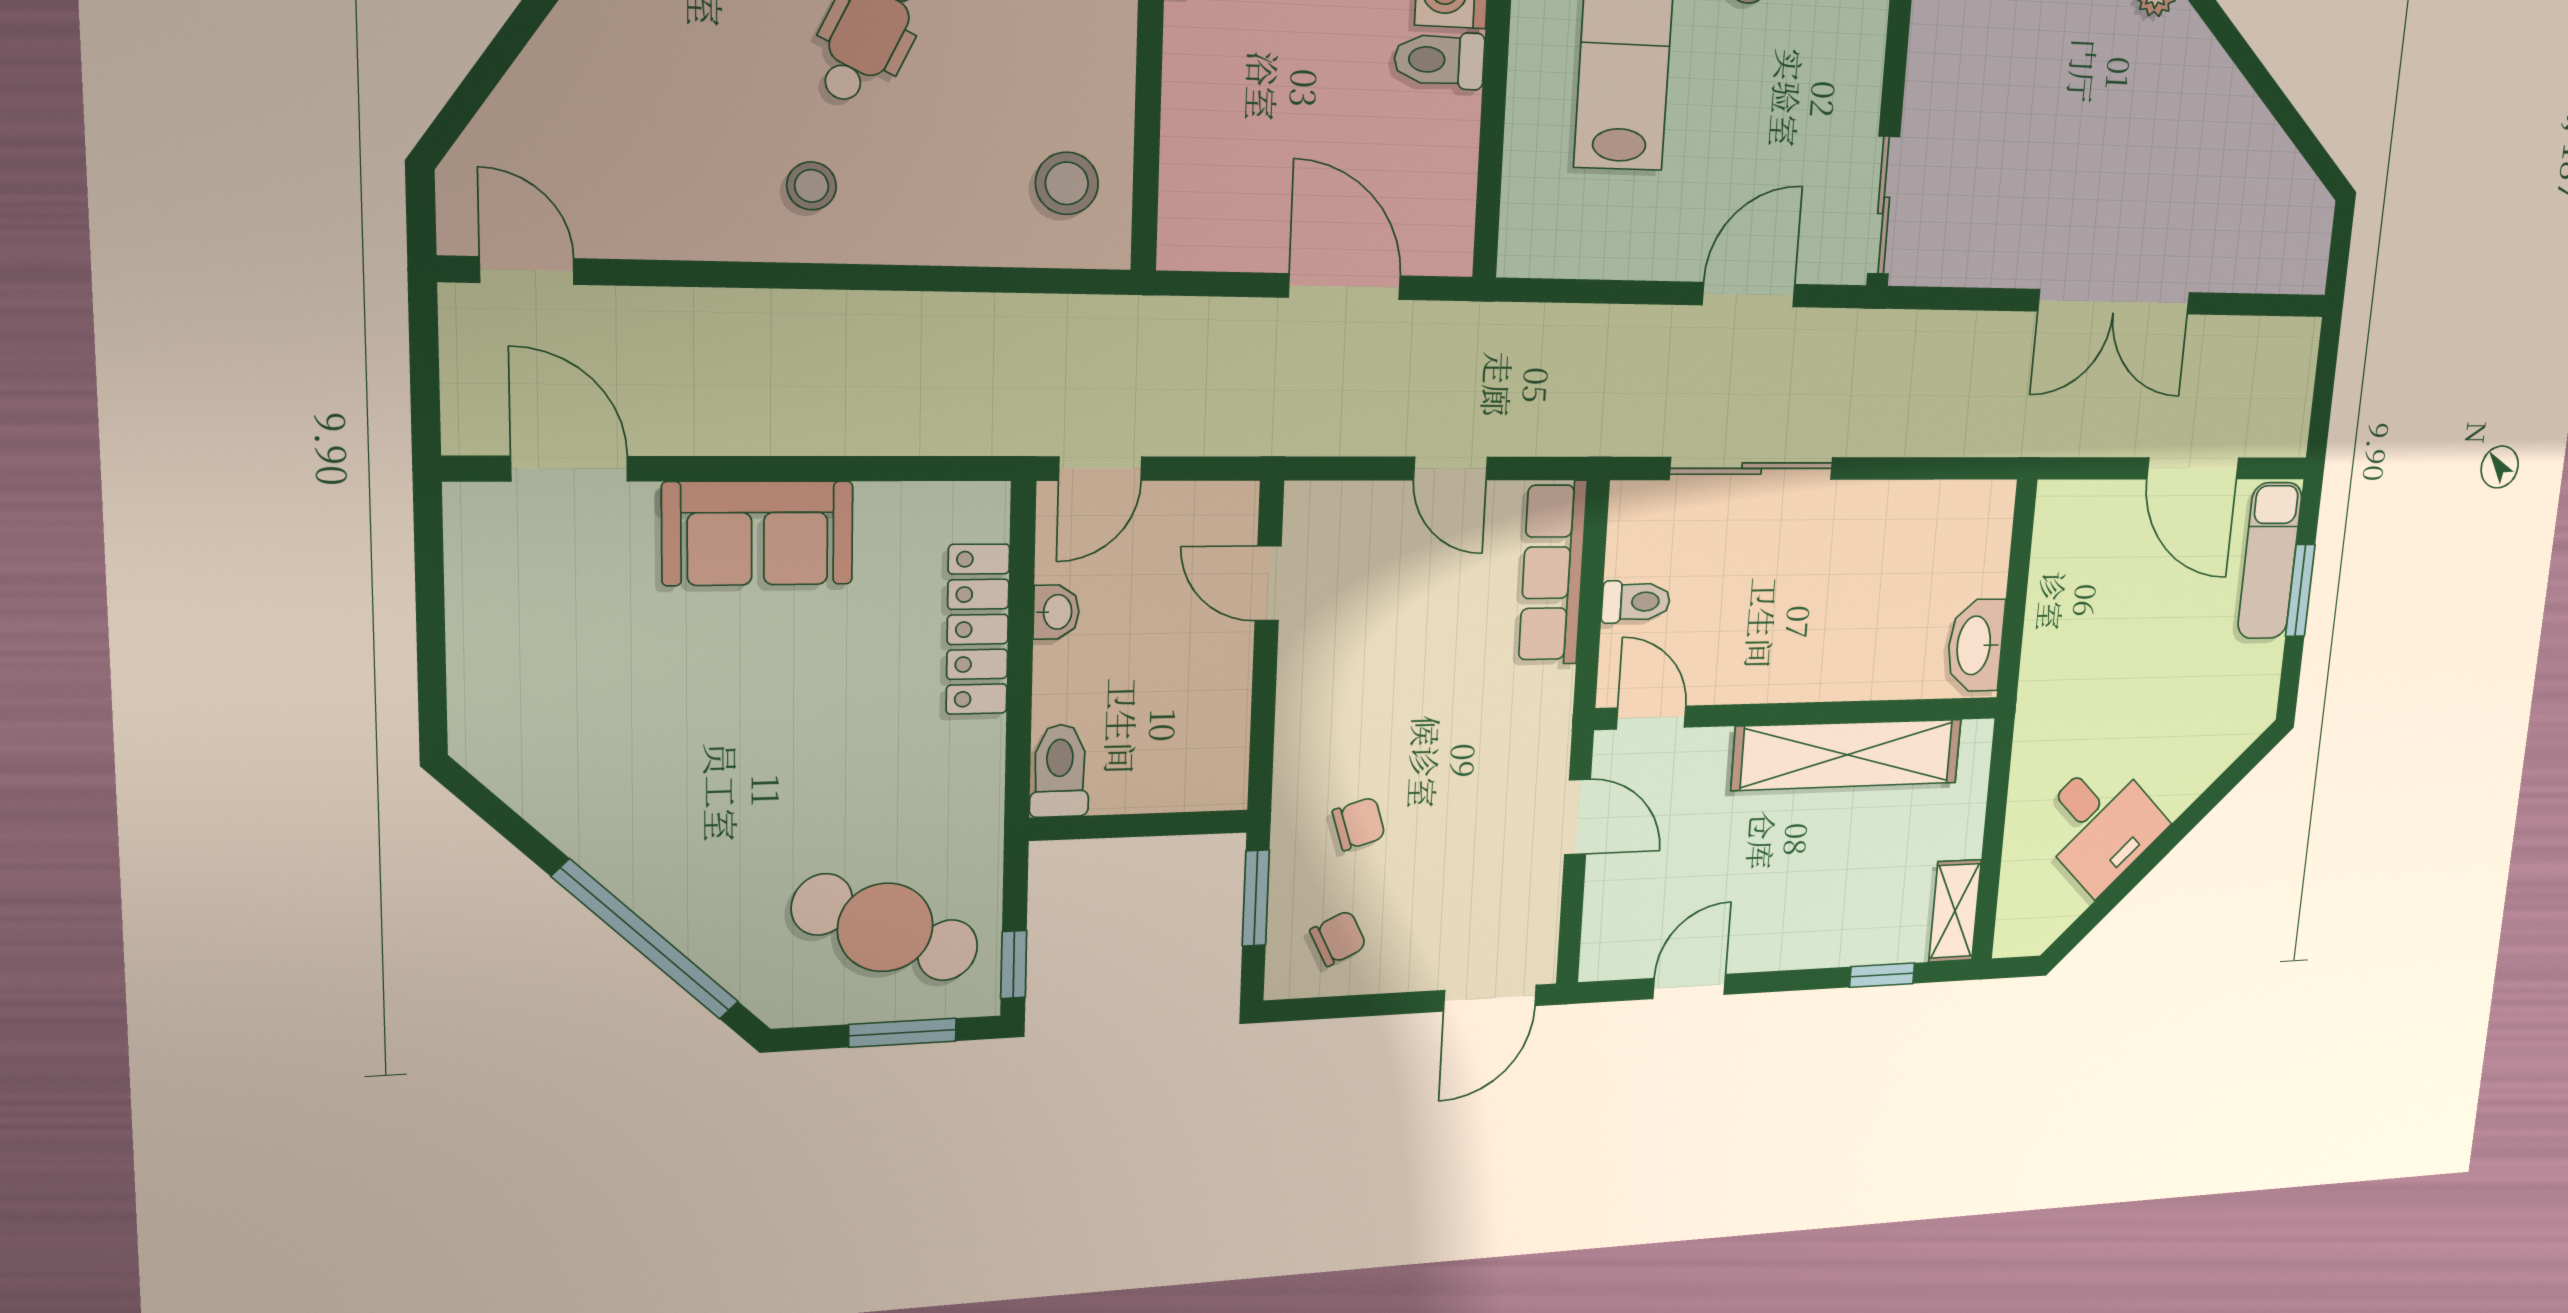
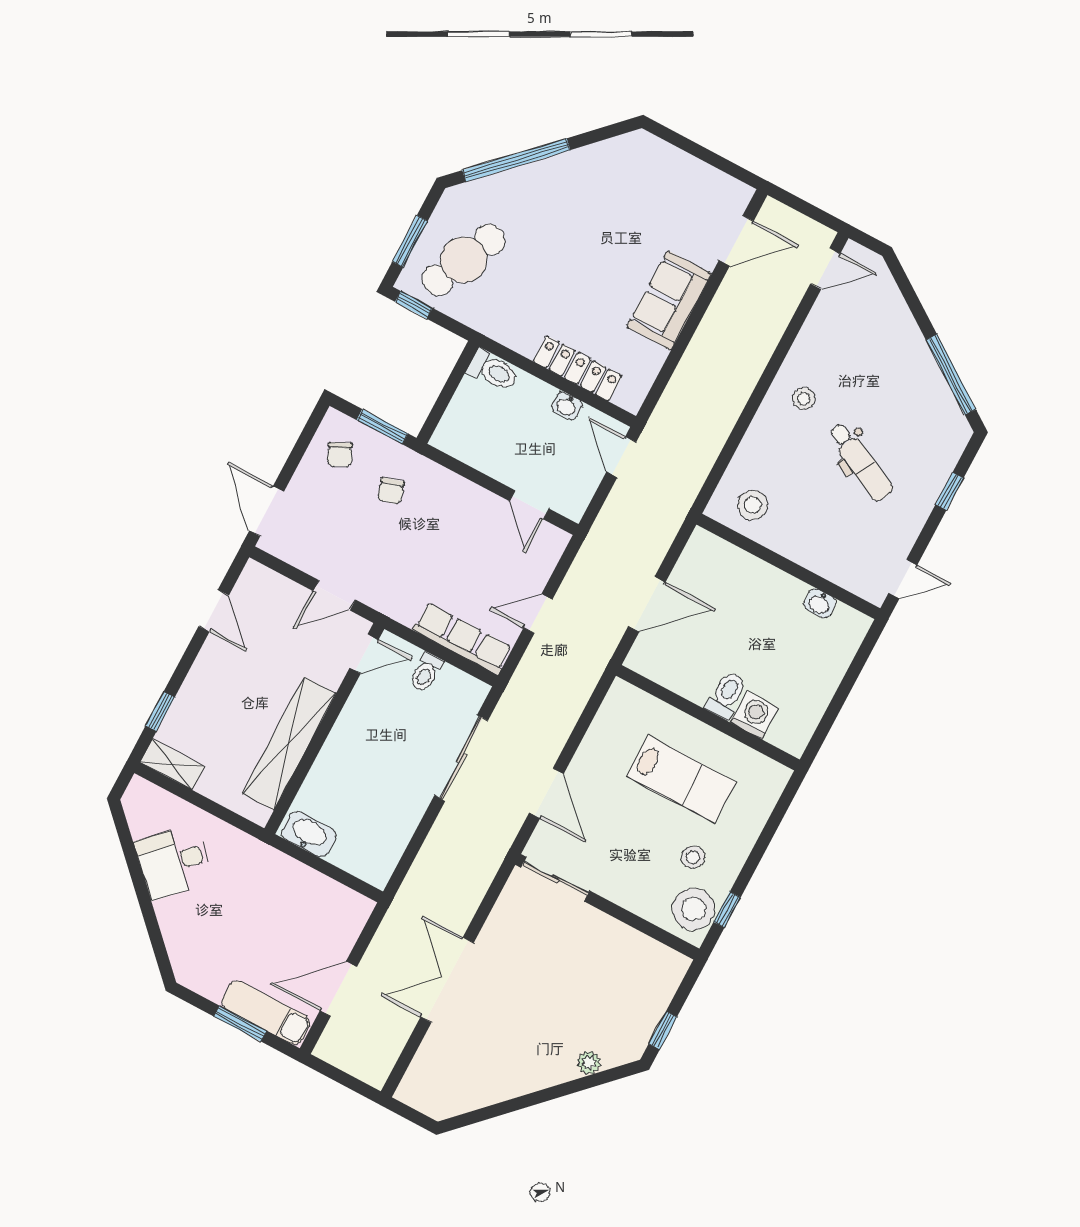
door: (1268, 583) -> (529, 505), swing flipped

